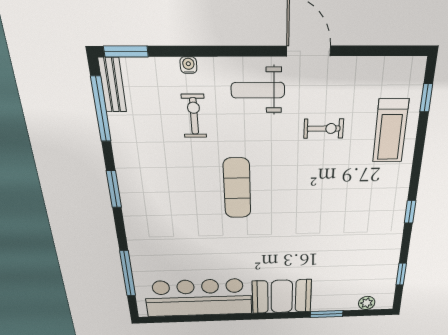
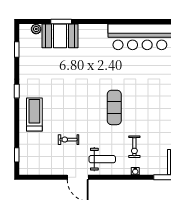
treadmill: (391, 131) -> (34, 115), moved
booth: (282, 296) -> (60, 36), moved

